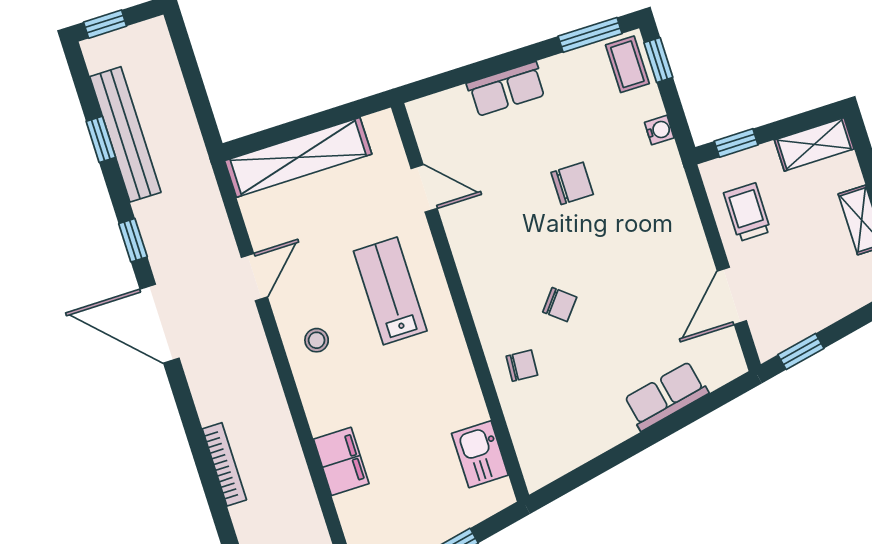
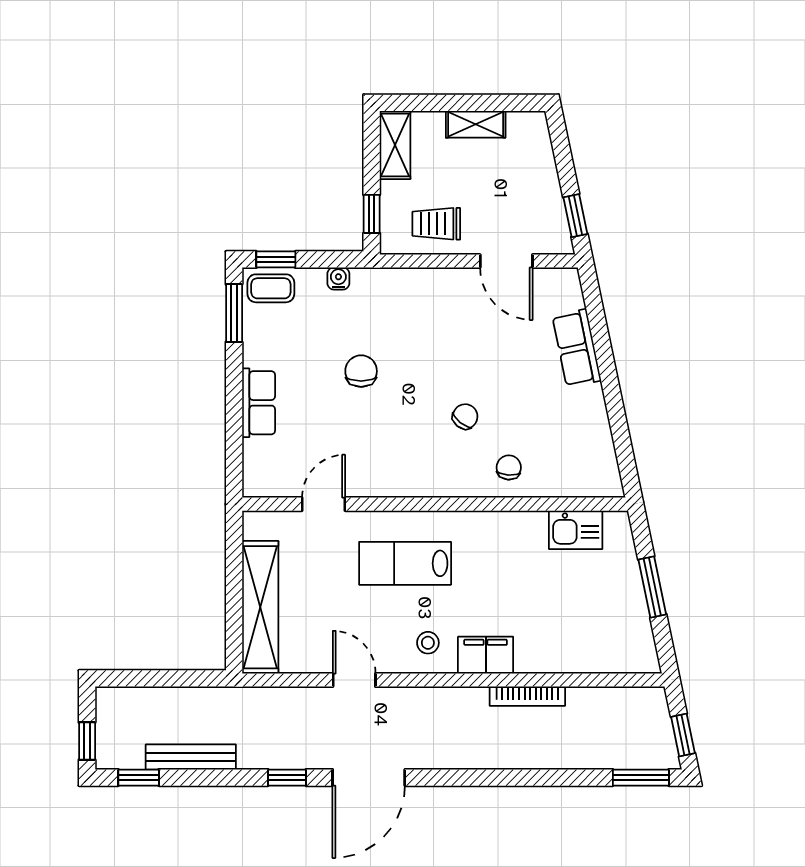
bench: (125, 134) -> (191, 757), width x0.73, depth x0.82
window: (101, 139) -> (139, 778), moved
filing cabinet: (341, 461) -> (486, 655), moved
bookcase: (224, 464) -> (527, 696), moved, turned 180

